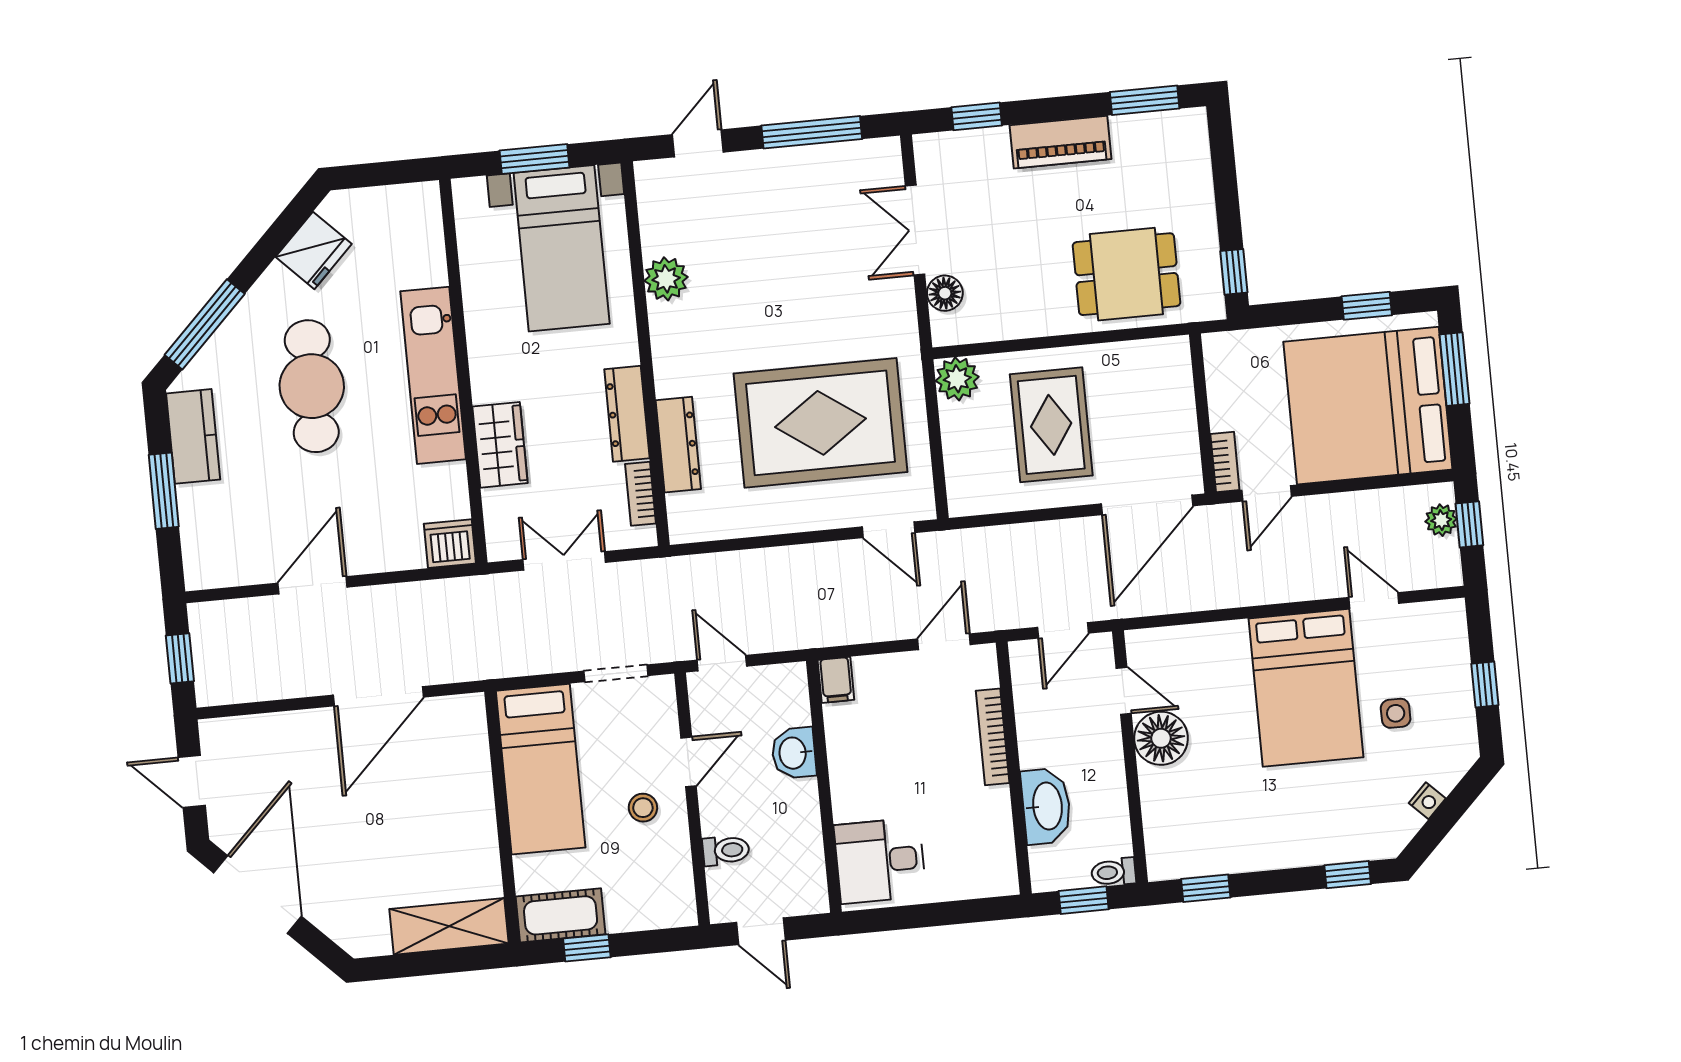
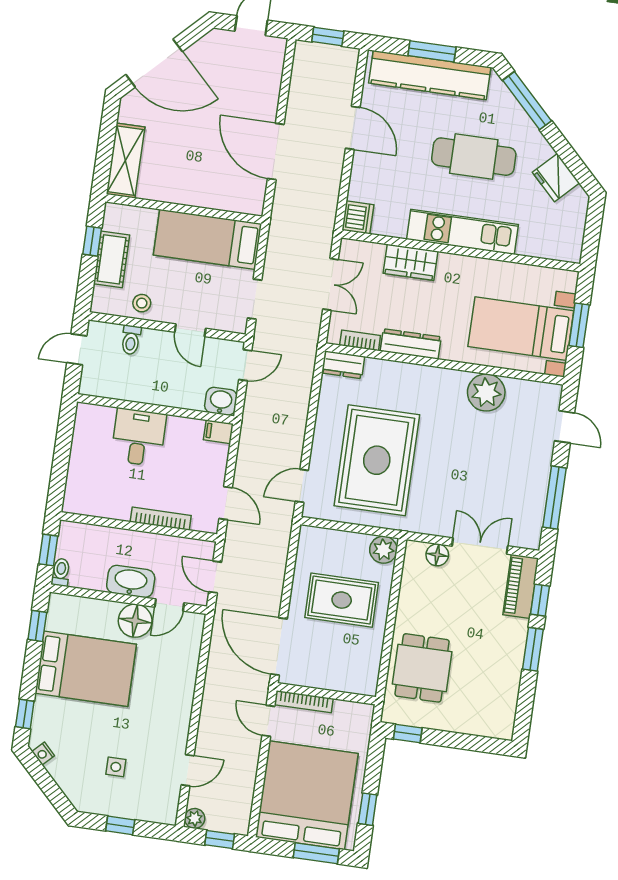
window: (1145, 100) -> (533, 649), moved
piano: (1060, 142) -> (521, 586), moved
plant: (666, 279) -> (486, 392), width x1.36, depth x1.36
kitchen counter: (193, 436) -> (430, 75), width x2.08, depth x1.17
dresser: (678, 445) -> (343, 365), moved, width x0.70
bookcase: (1225, 462) -> (304, 702), width x1.56
plant: (1441, 520) -> (195, 818), moved
bed: (1306, 688) -> (86, 669), moved, turned 180
washbasin: (794, 753) -> (221, 401), moved
nightstand: (1427, 801) -> (43, 754), moved
washbasin: (1046, 806) -> (131, 581), moved, turned 180
stool: (643, 808) -> (142, 303), moved
desk: (880, 861) -> (139, 437), moved
door: (257, 894) -> (154, 63), moved
cot: (561, 915) -> (112, 259), moved

